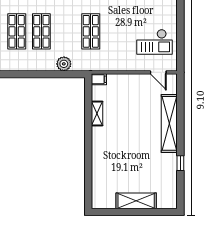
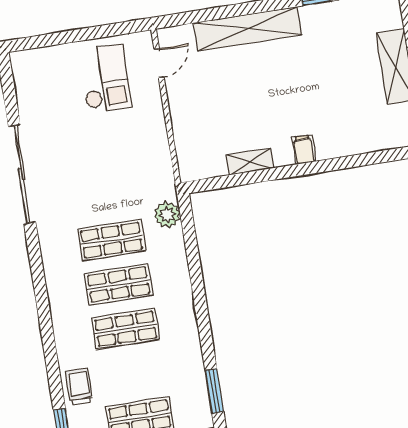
shop shelf: (91, 31) -> (112, 240), moved
plant: (64, 64) -> (167, 215), moved
filing cabinet: (99, 79) -> (304, 150), moved

